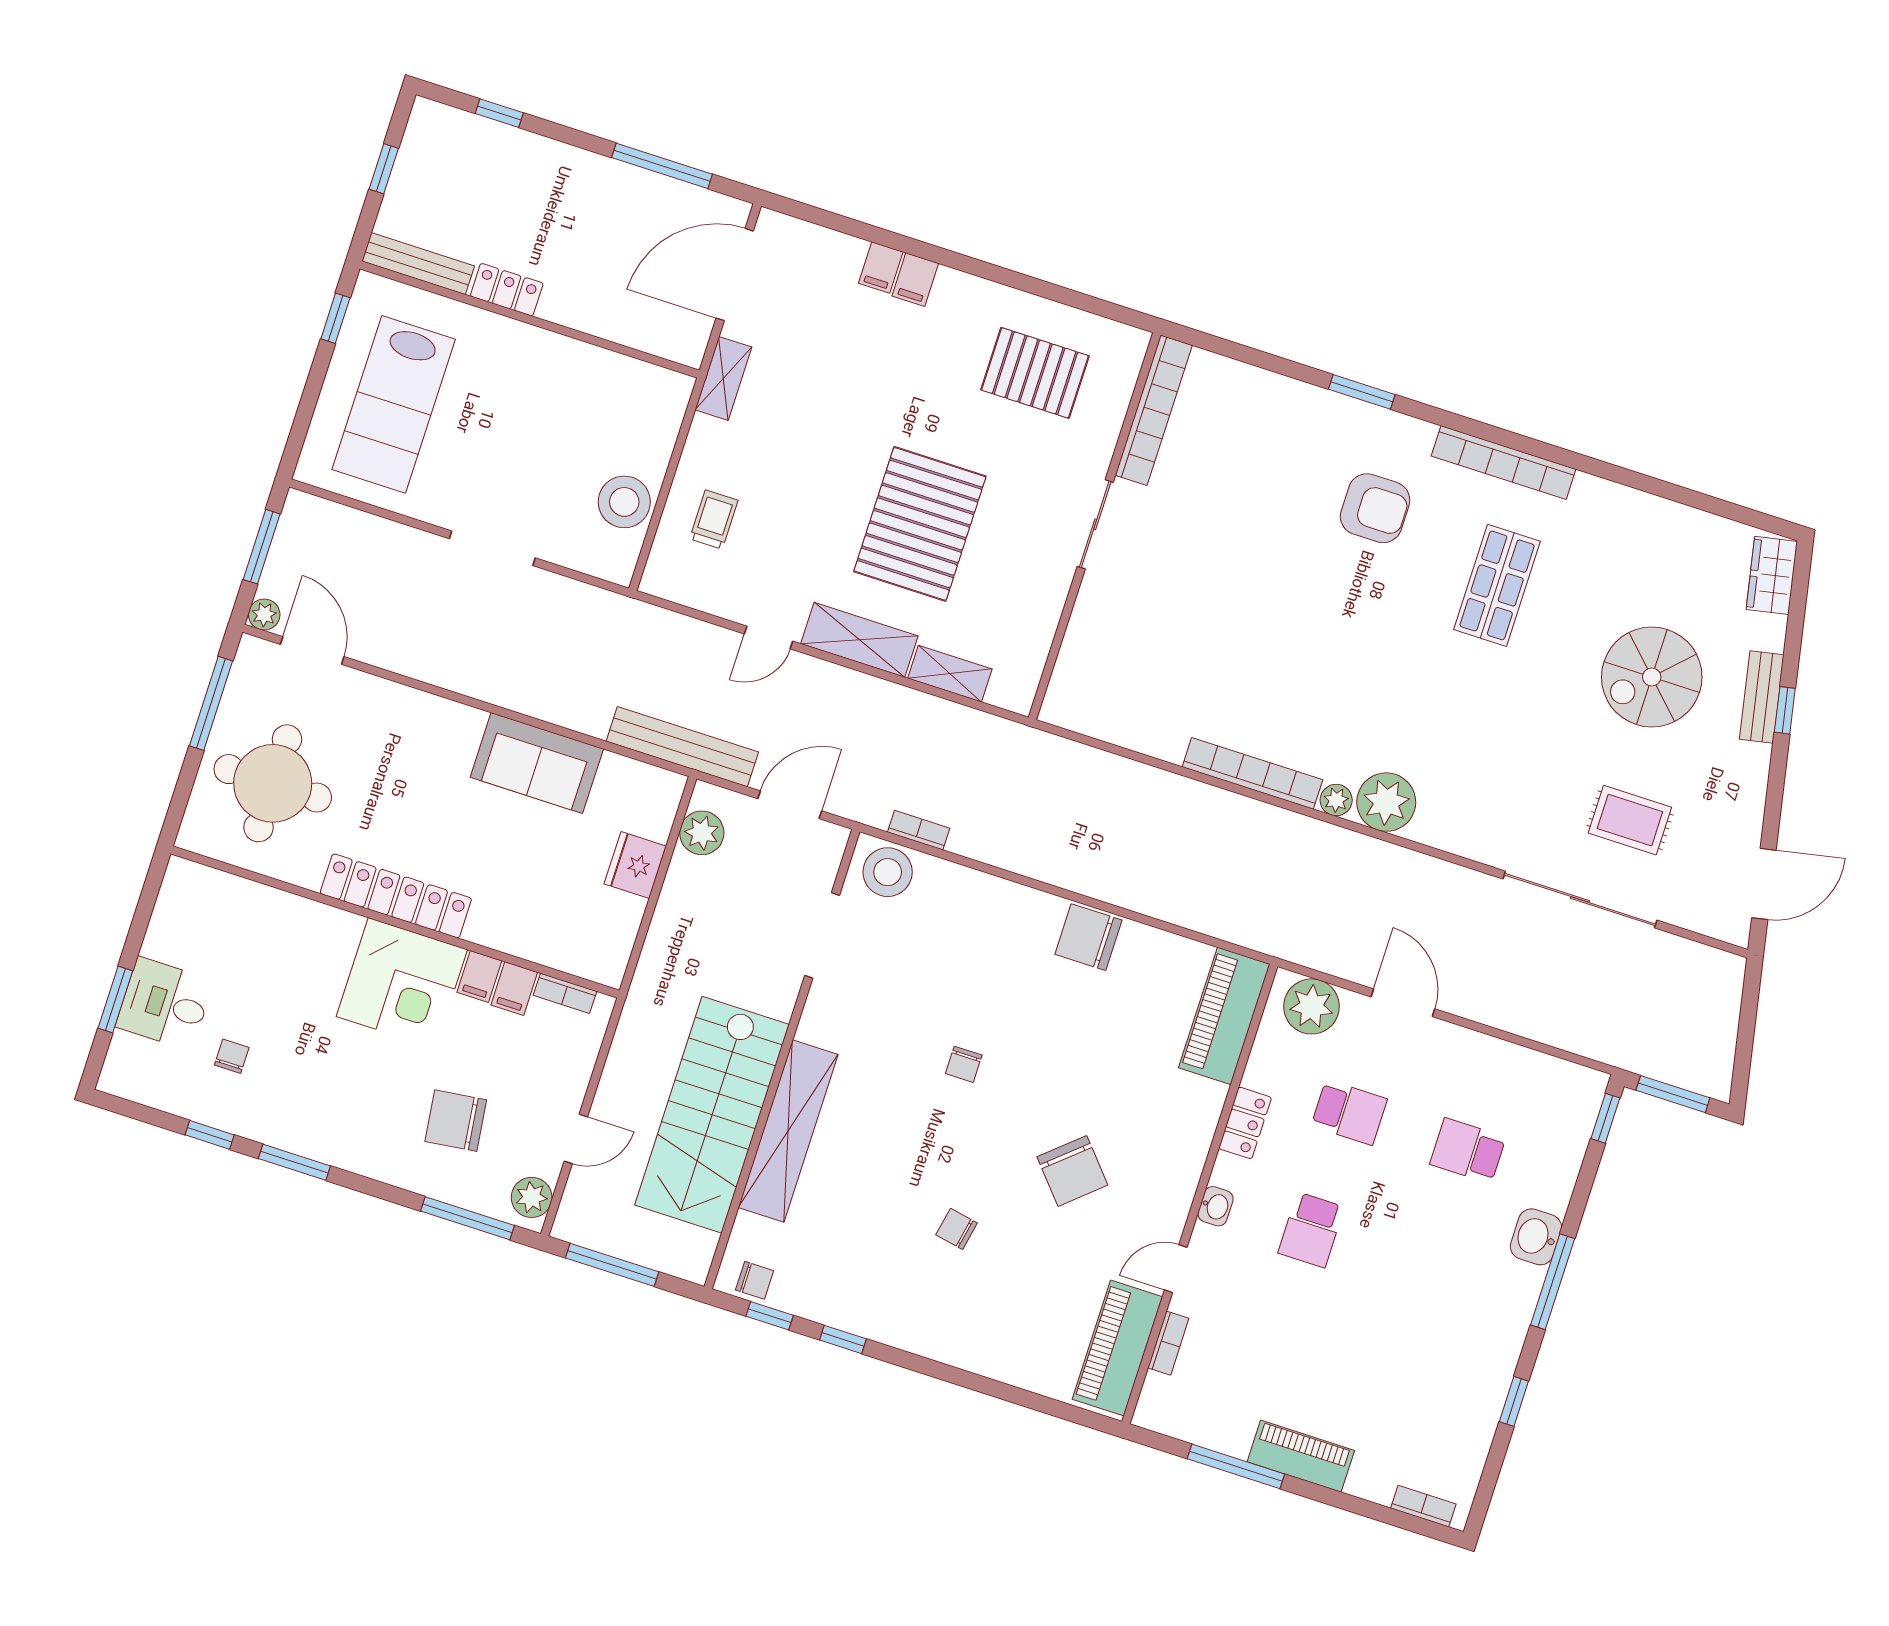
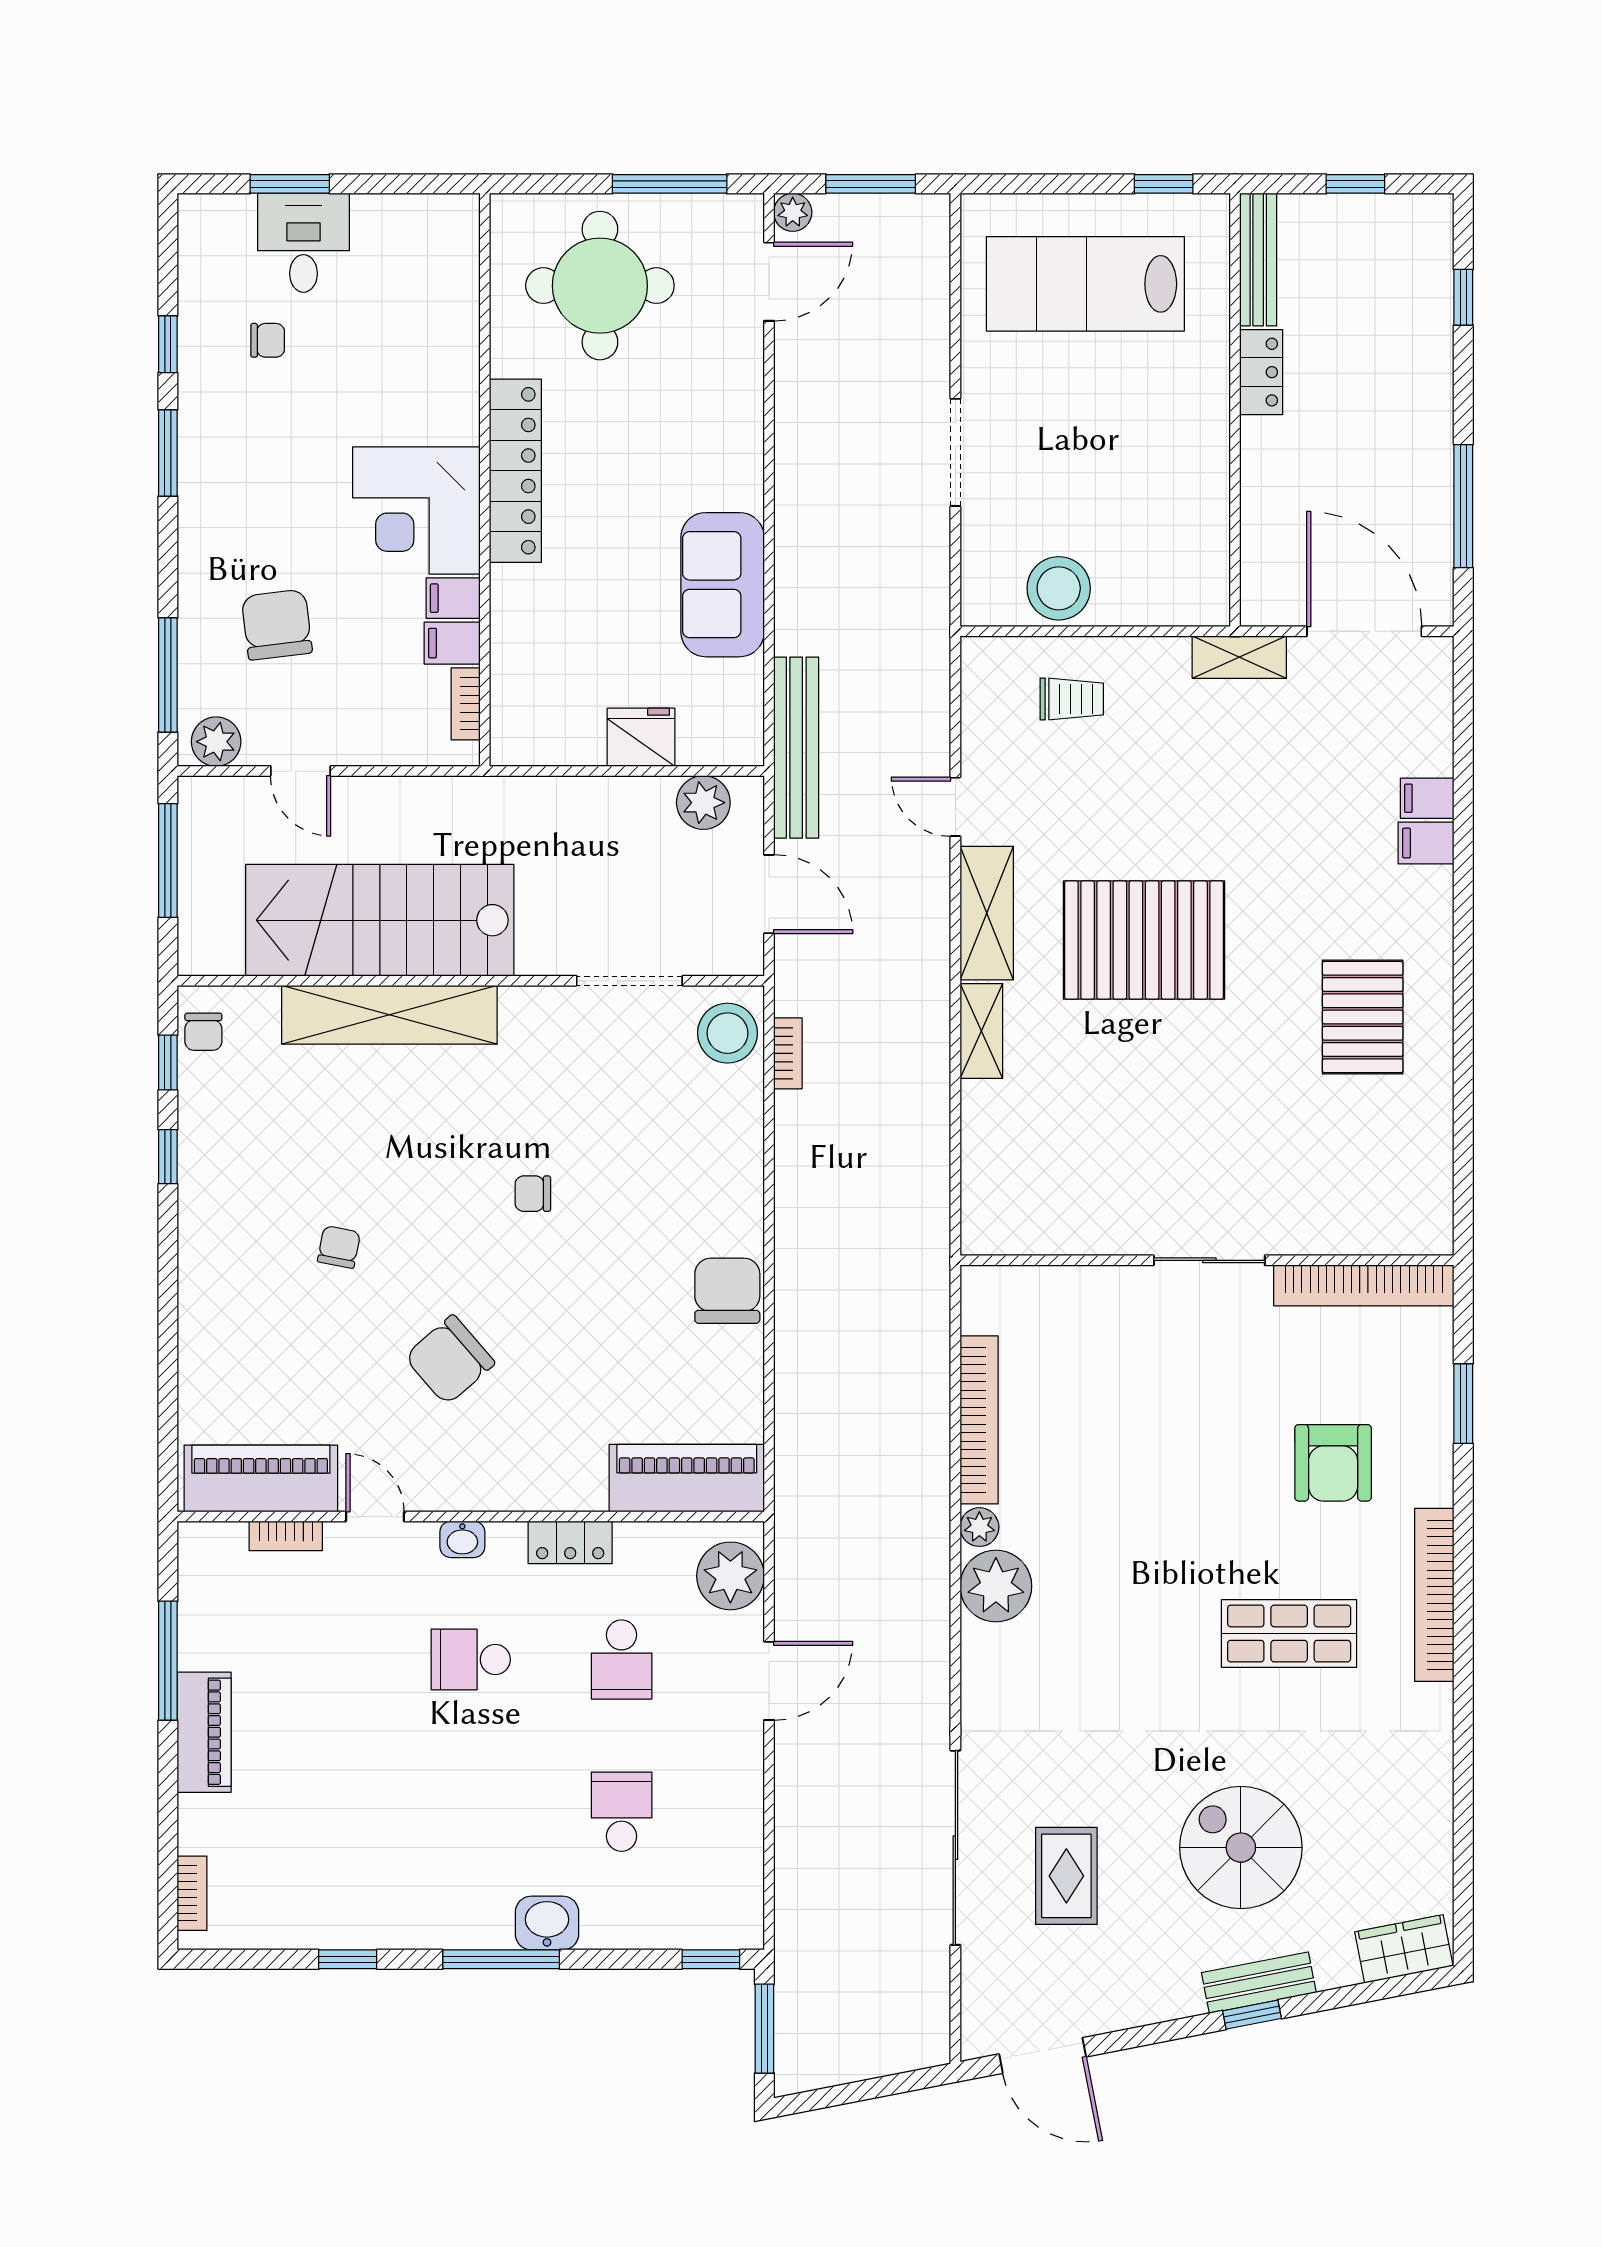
bookcase: (1154, 410) -> (1364, 1285), moved
sliding door: (1095, 524) -> (1209, 1260), moved
wall: (1095, 526) -> (1207, 1260), moved

